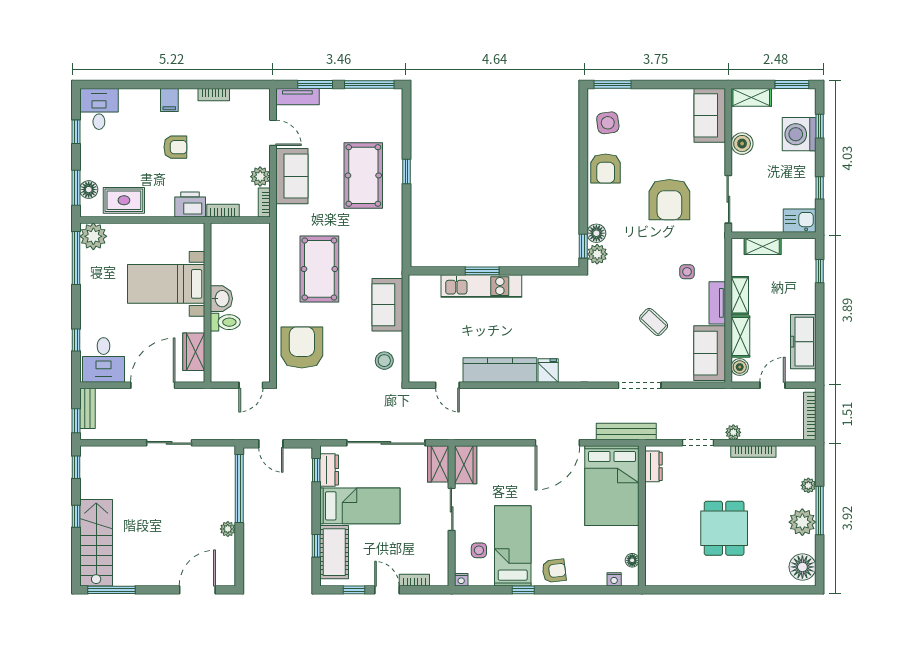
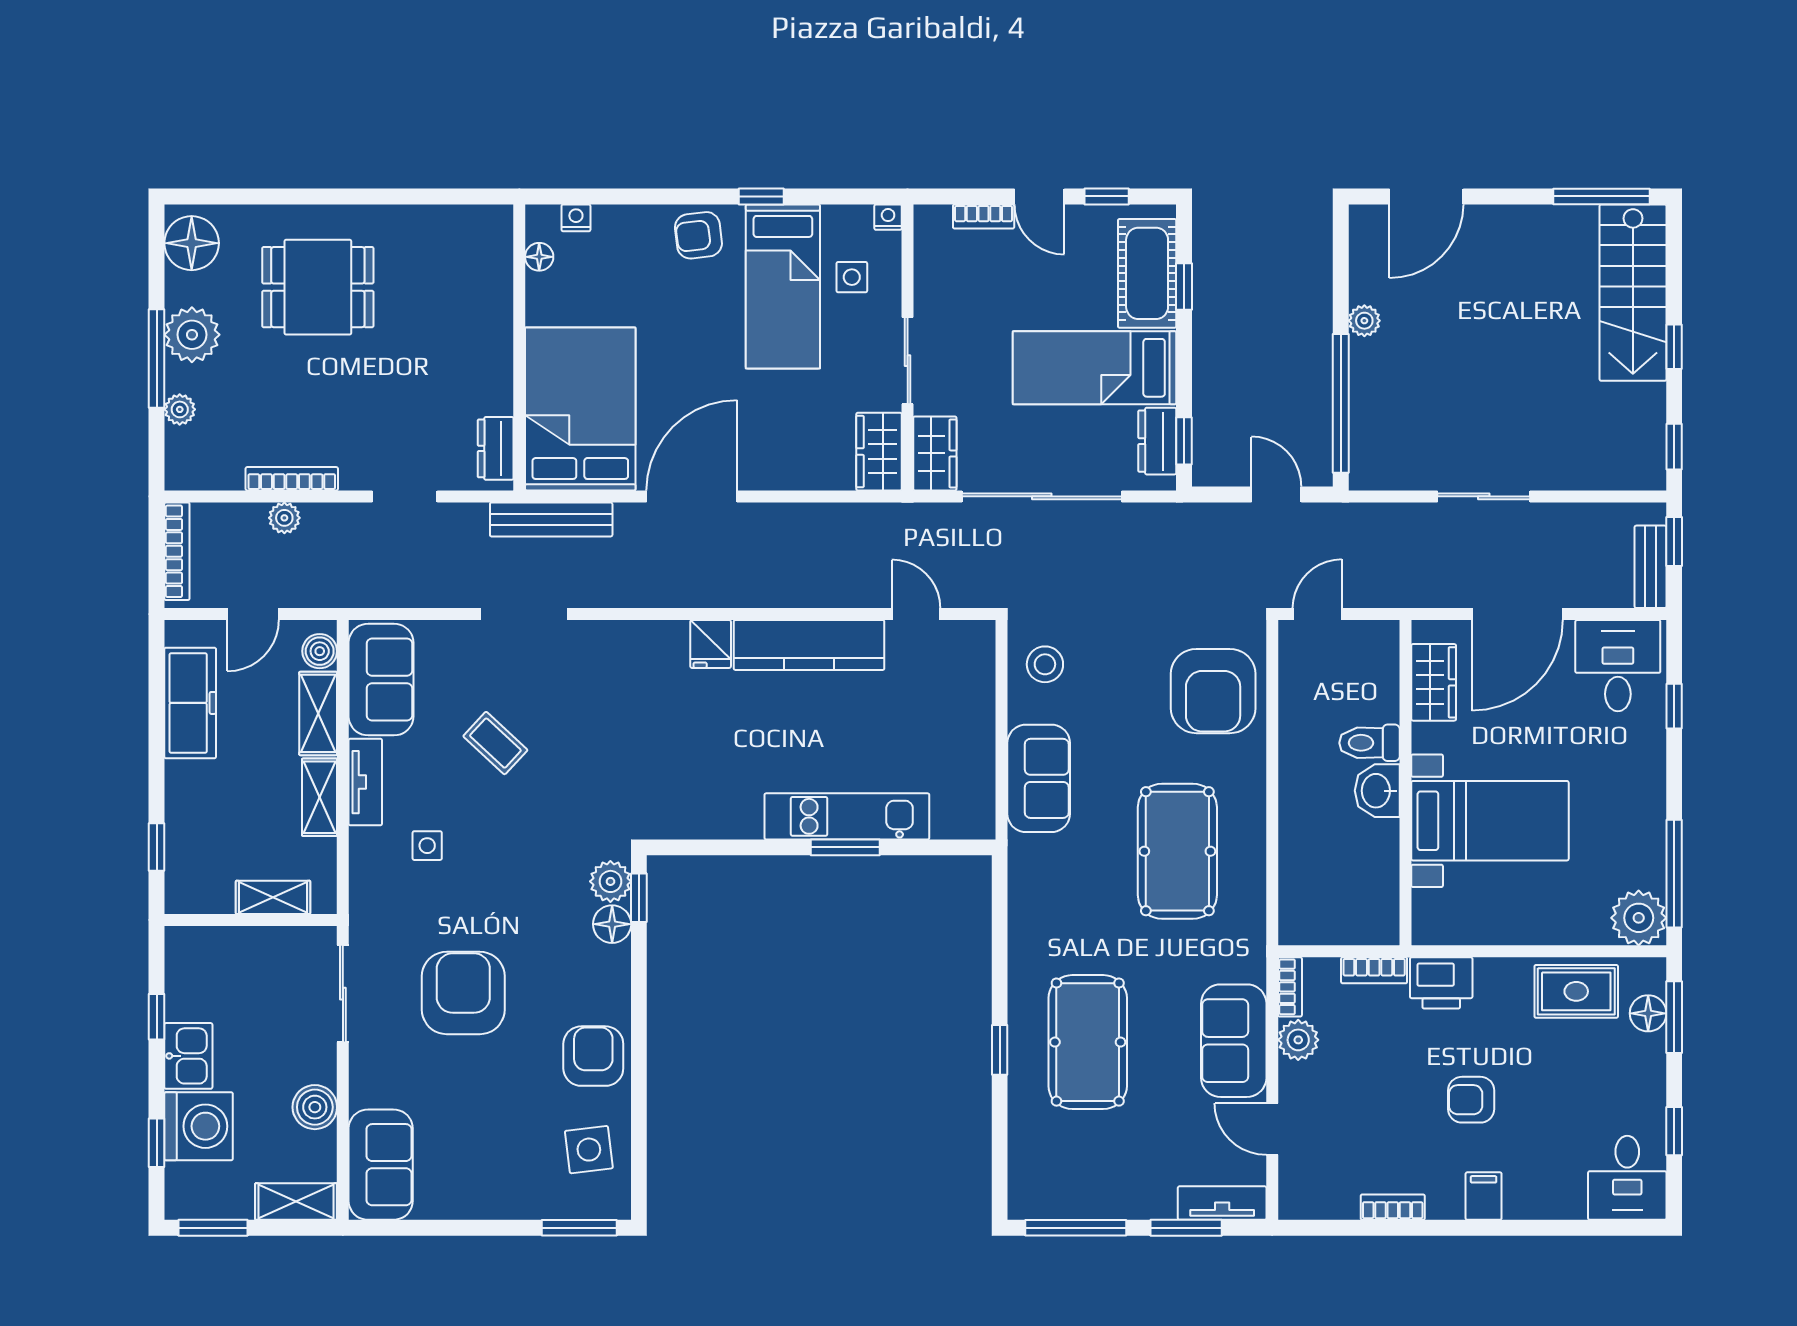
kitchen sink: (800, 221) -> (188, 1056), moved, turned -90
plant: (733, 432) -> (284, 518), moved
dining table: (724, 528) -> (318, 287), moved, turned 90

